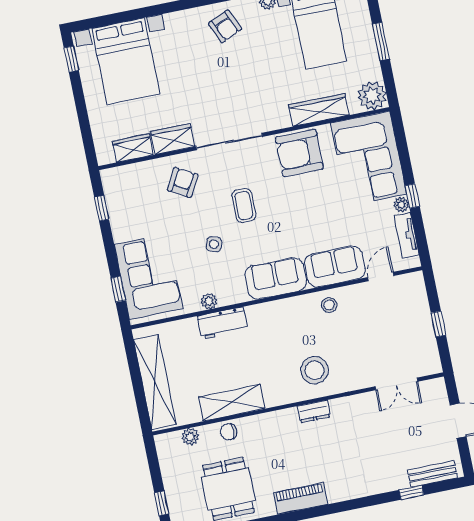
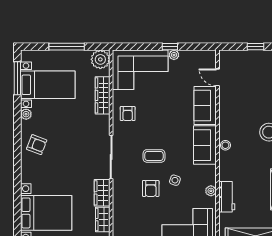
armchair: (225, 26) -> (37, 145), turned 45
window: (381, 41) -> (67, 47), width x1.44
armchair: (299, 153) -> (128, 113), width x0.53, depth x0.53
armchair: (183, 182) -> (151, 188), moved, turned -119
tv unit: (407, 235) -> (194, 55), removed
stool: (329, 305) -> (225, 145), moved
workbench: (223, 323) -> (227, 197), moved

